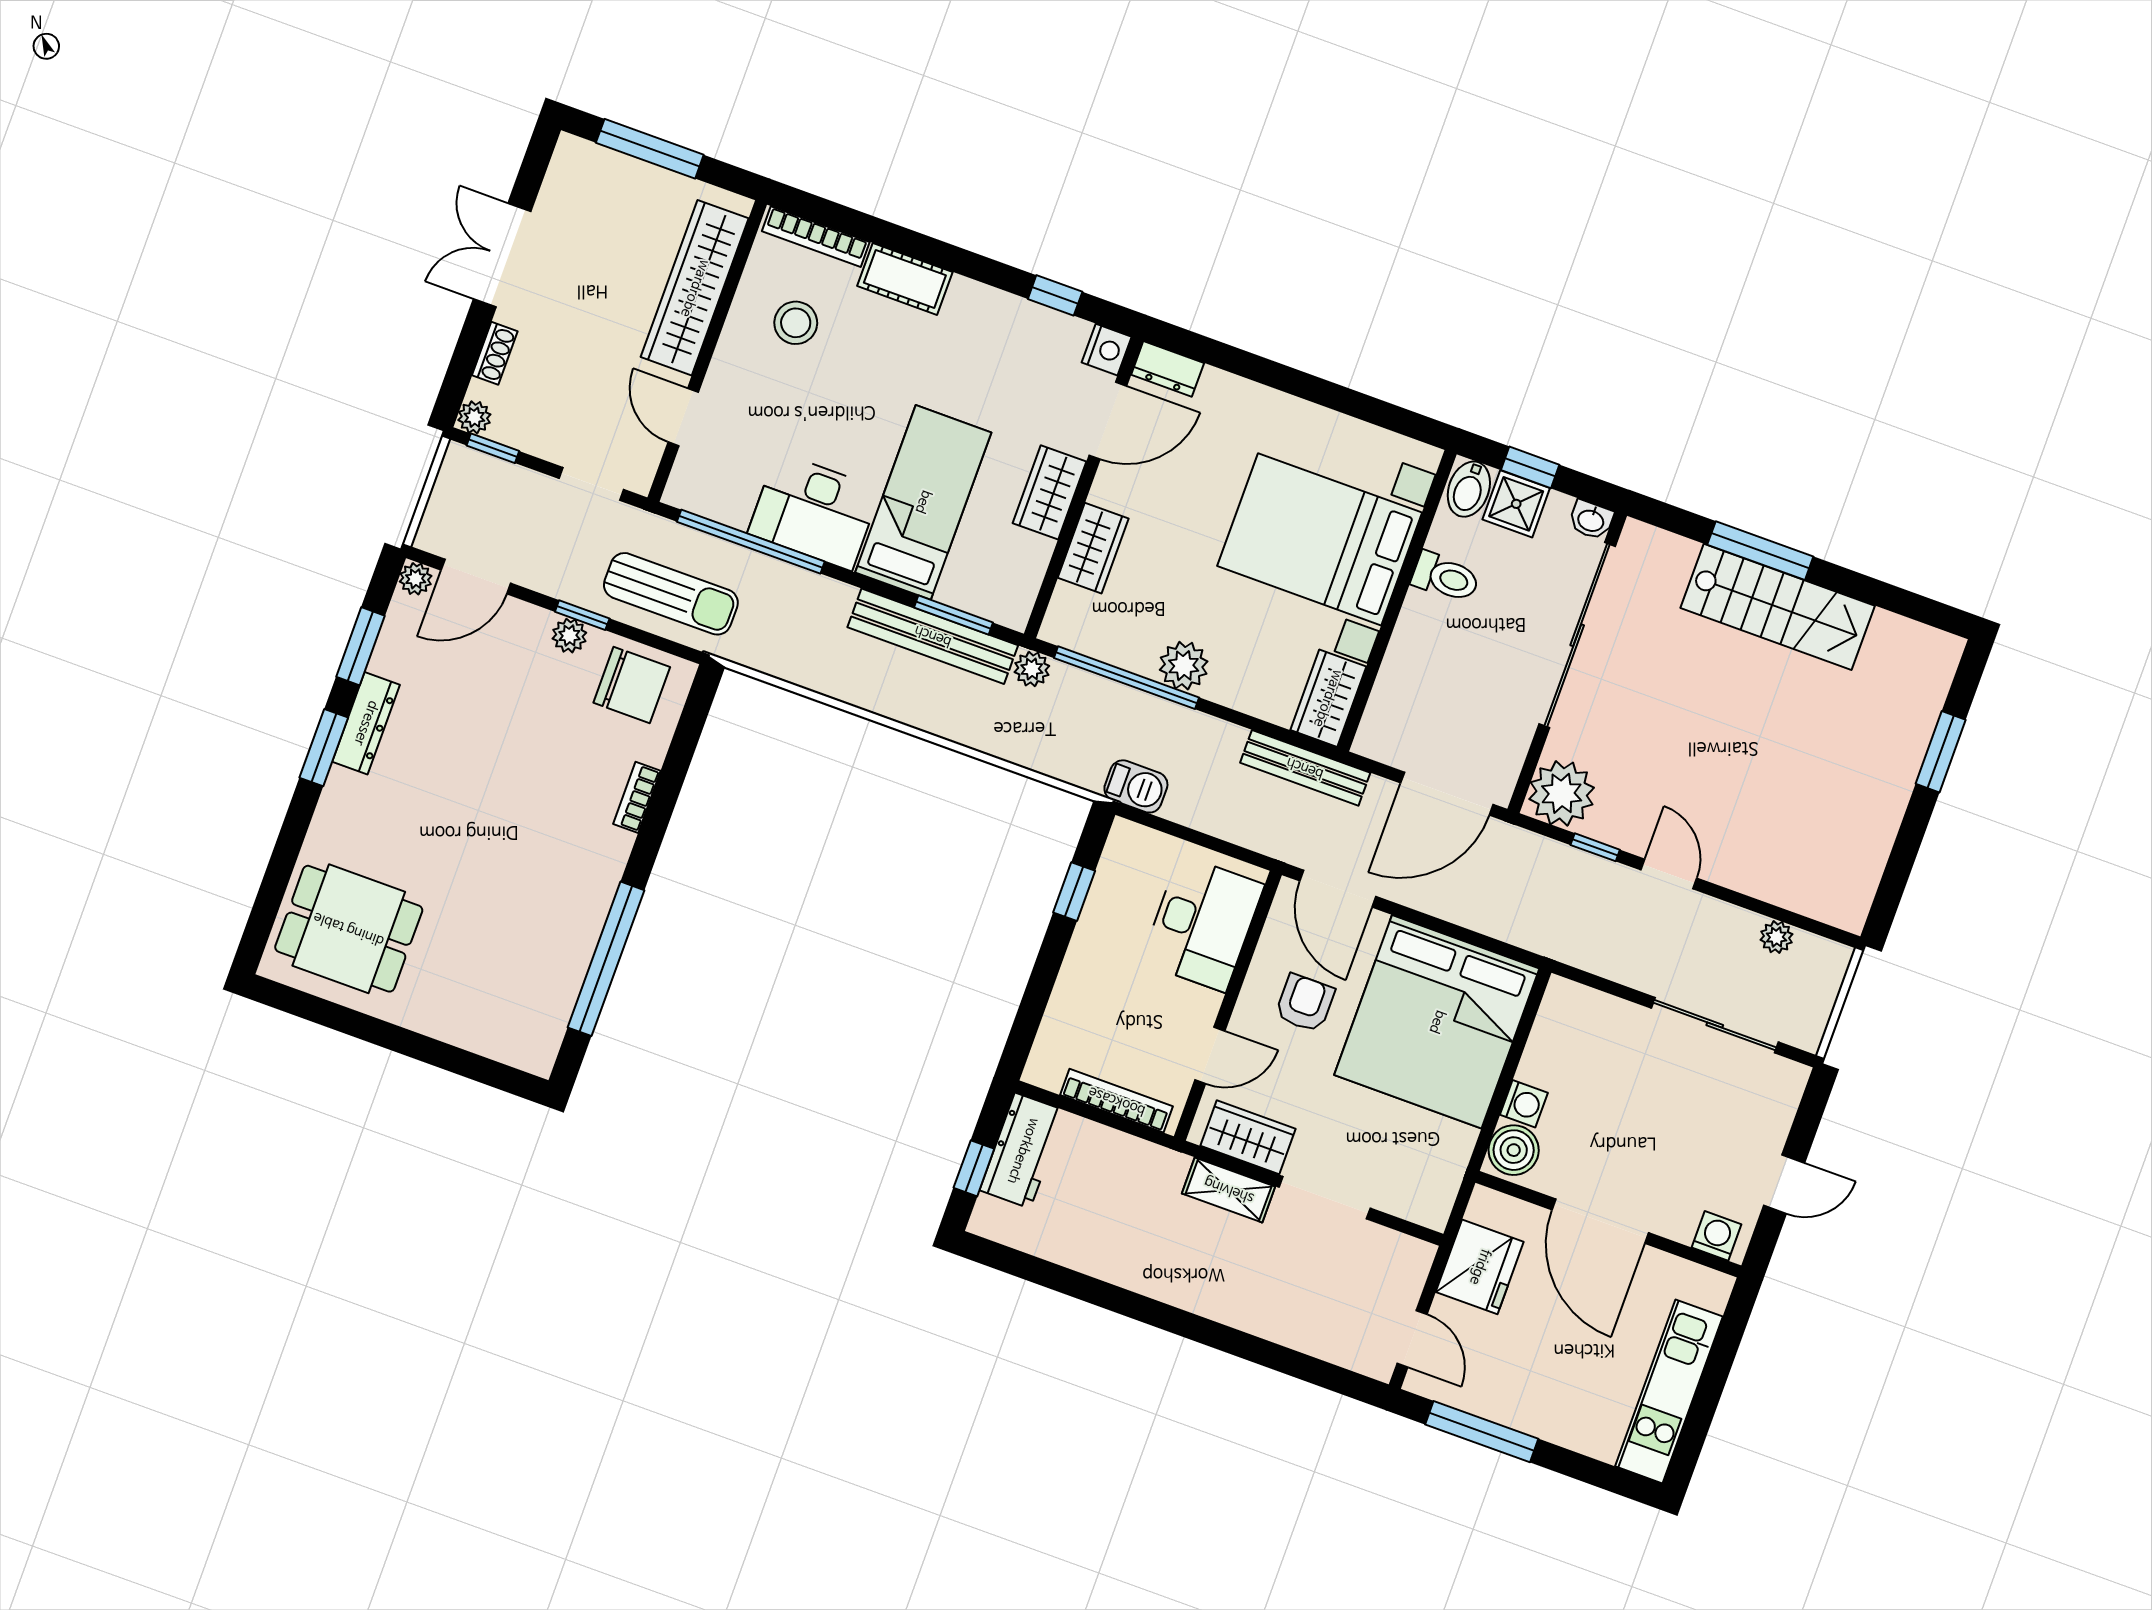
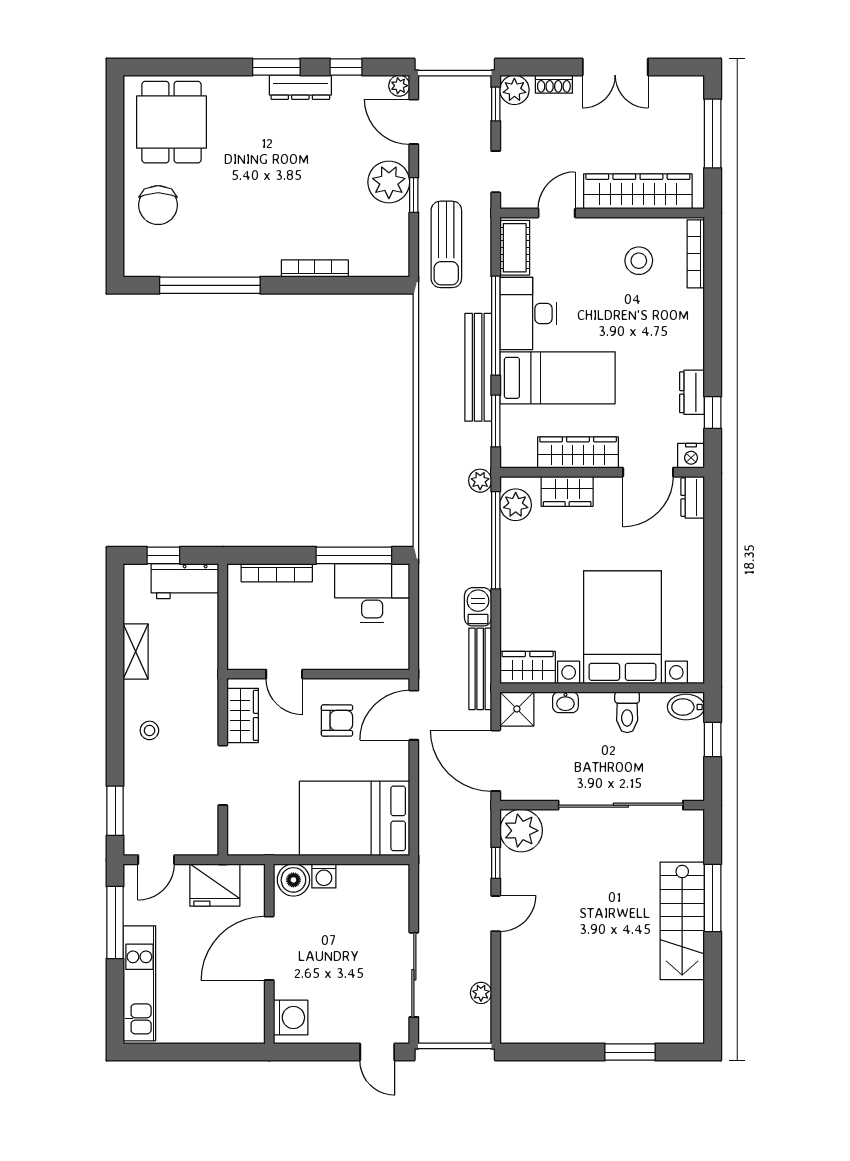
double door: (502, 255) -> (615, 67), swing flipped
cot: (905, 279) -> (515, 248), moved
dresser: (1015, 315) -> (692, 392), added
plant: (474, 417) -> (514, 90), width x1.38, depth x1.38
door: (1108, 421) -> (648, 472), hinge flipped
wardrobe: (1050, 492) -> (578, 452), width x1.50
shower: (1516, 504) -> (517, 709), moved
washbasin: (1591, 520) -> (565, 702), moved, turned -90
window: (751, 542) -> (496, 326), moved
plant: (569, 636) -> (389, 182), width x1.88, depth x1.88
bench: (933, 636) -> (478, 367), moved
window: (361, 646) -> (346, 67), width x0.67
plant: (1184, 666) -> (516, 505), moved
chair: (632, 685) -> (158, 205), moved
barbecue: (1136, 786) -> (478, 607), moved, turned 180
bookcase: (637, 797) -> (315, 269), width x1.56
window: (1074, 892) -> (354, 555), width x2.17
desk: (1202, 923) -> (372, 593), moved, turned 180
bed: (1437, 1022) -> (355, 818), width x0.73
bookcase: (1117, 1101) -> (277, 573), moved, turned 90
door: (1784, 1184) -> (377, 1052), moved
shelving: (1229, 1190) -> (136, 652), moved
washing machine: (1716, 1236) -> (291, 1017), width x1.38, depth x1.38
stool: (1221, 1281) -> (149, 730), added
window: (1319, 1373) -> (115, 811), added
kitchen unit: (1669, 1391) -> (139, 983), moved, turned 90

